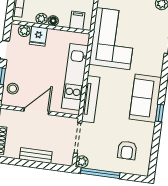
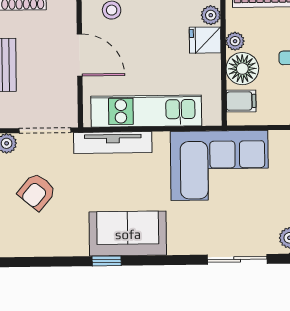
floor lamp: (53, 21) -> (242, 69), width x1.89, depth x1.89
armchair: (127, 150) -> (37, 192), moved, turned -50

